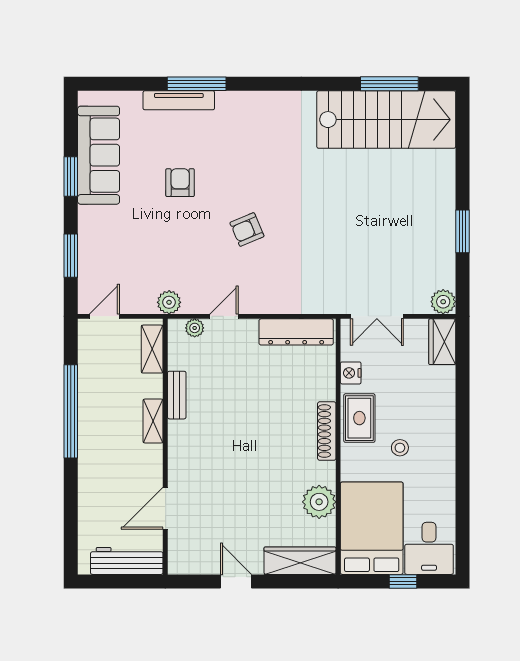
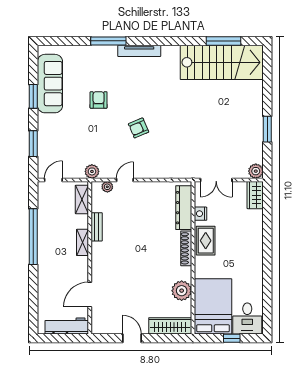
tv unit: (179, 100) -> (139, 51), moved
dresser: (296, 332) -> (184, 208), moved, turned 90
stool: (400, 448) -> (230, 258), removed

